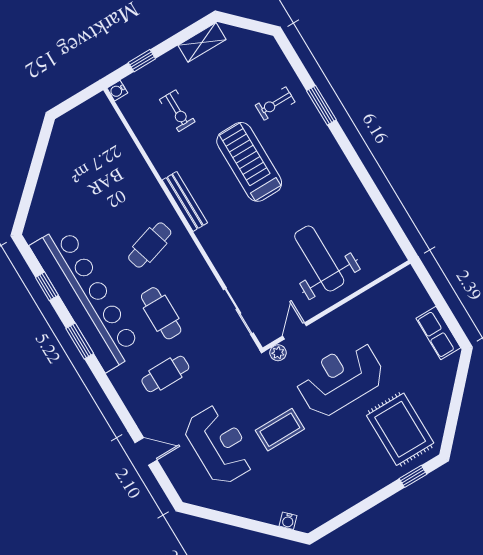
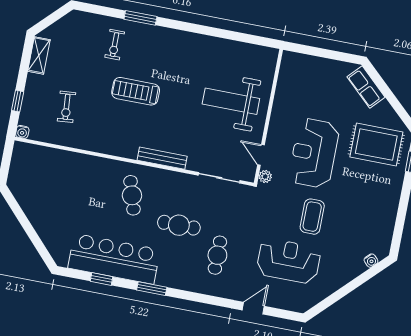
exercise bike: (177, 111) -> (66, 107), turned 85
treadmill: (249, 162) -> (136, 91), width x0.73, depth x0.73
bench: (185, 201) -> (162, 158), moved
bar counter: (86, 298) -> (114, 259), width x0.73
row of seats: (438, 333) -> (366, 87), moved, turned 43

